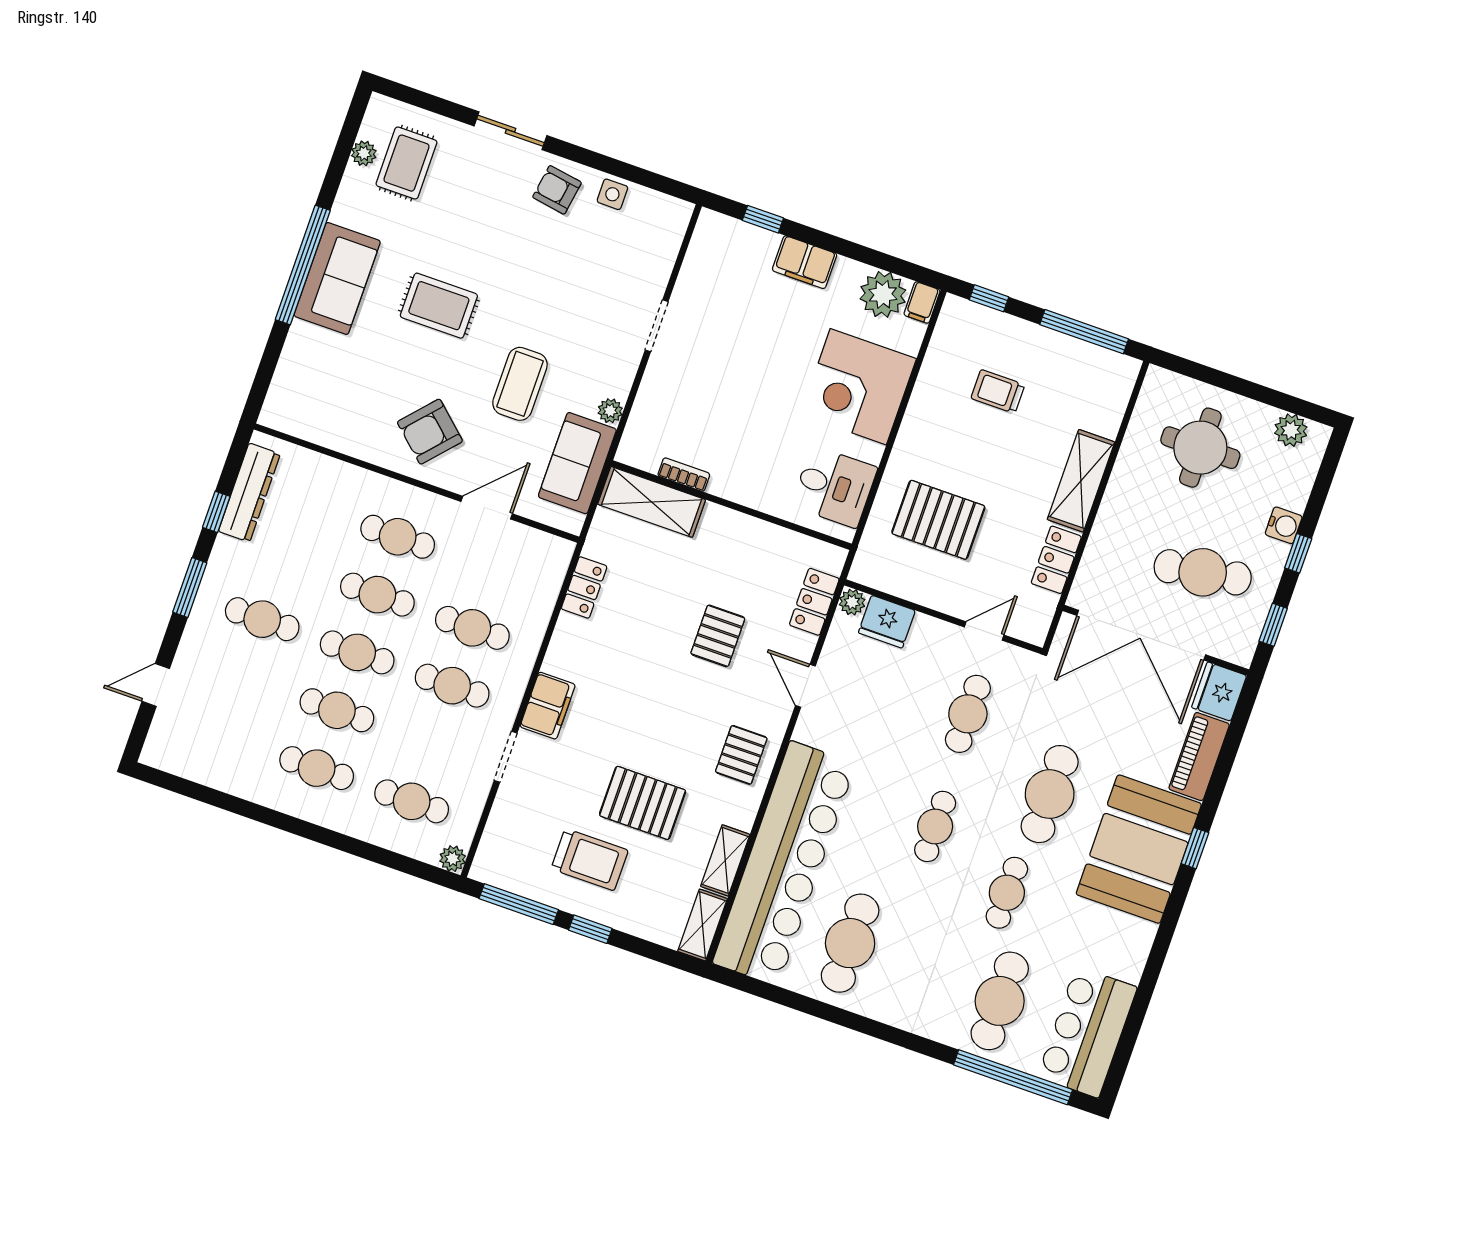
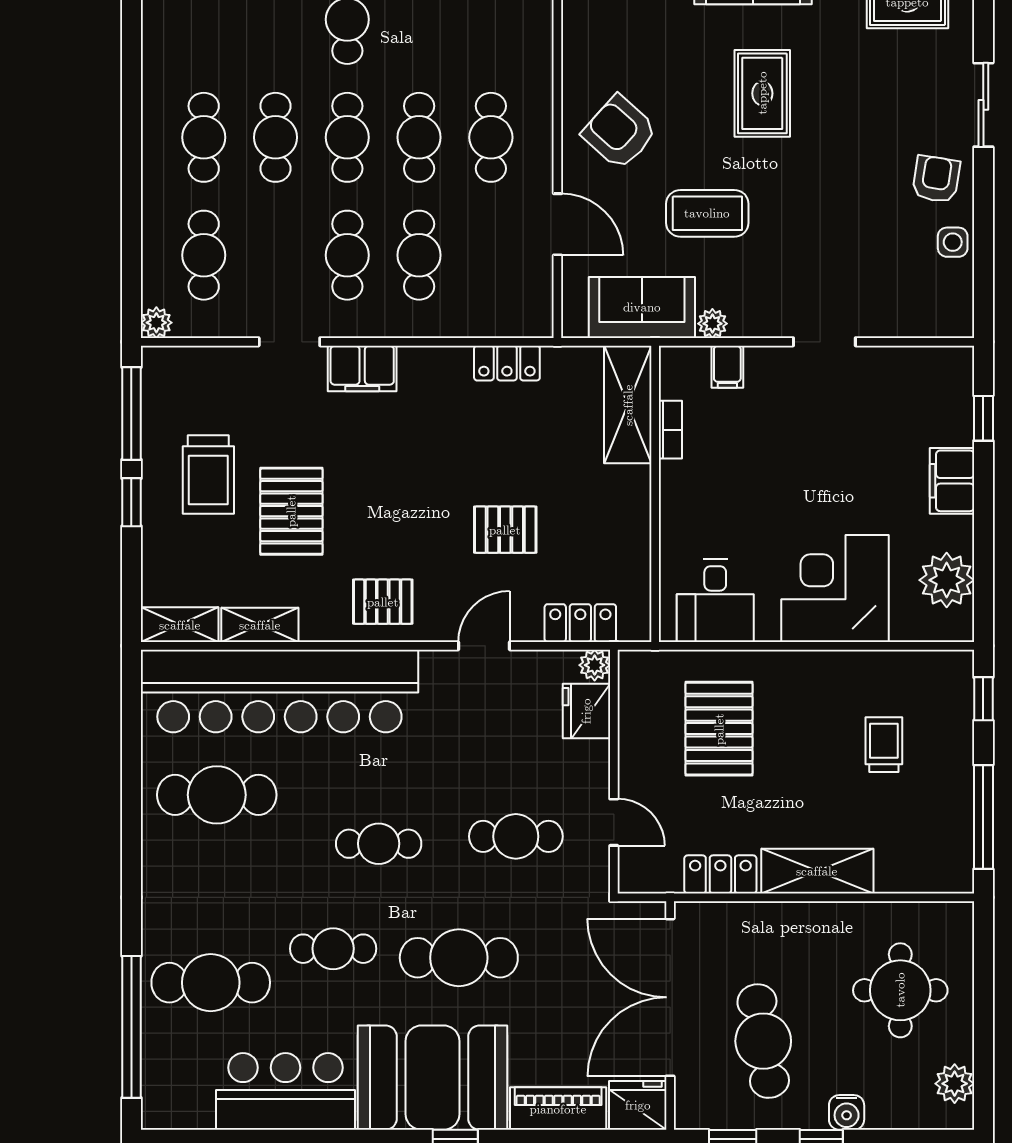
filing cabinet: (922, 302) -> (727, 367), moved, turned -90
bar counter: (1087, 1032) -> (286, 1091), moved

